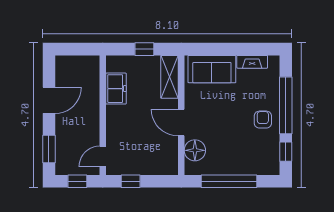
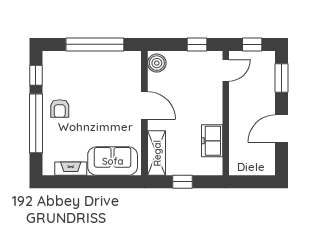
floor lamp: (195, 150) -> (130, 77), removed
boiler: (169, 163) -> (157, 63), added

